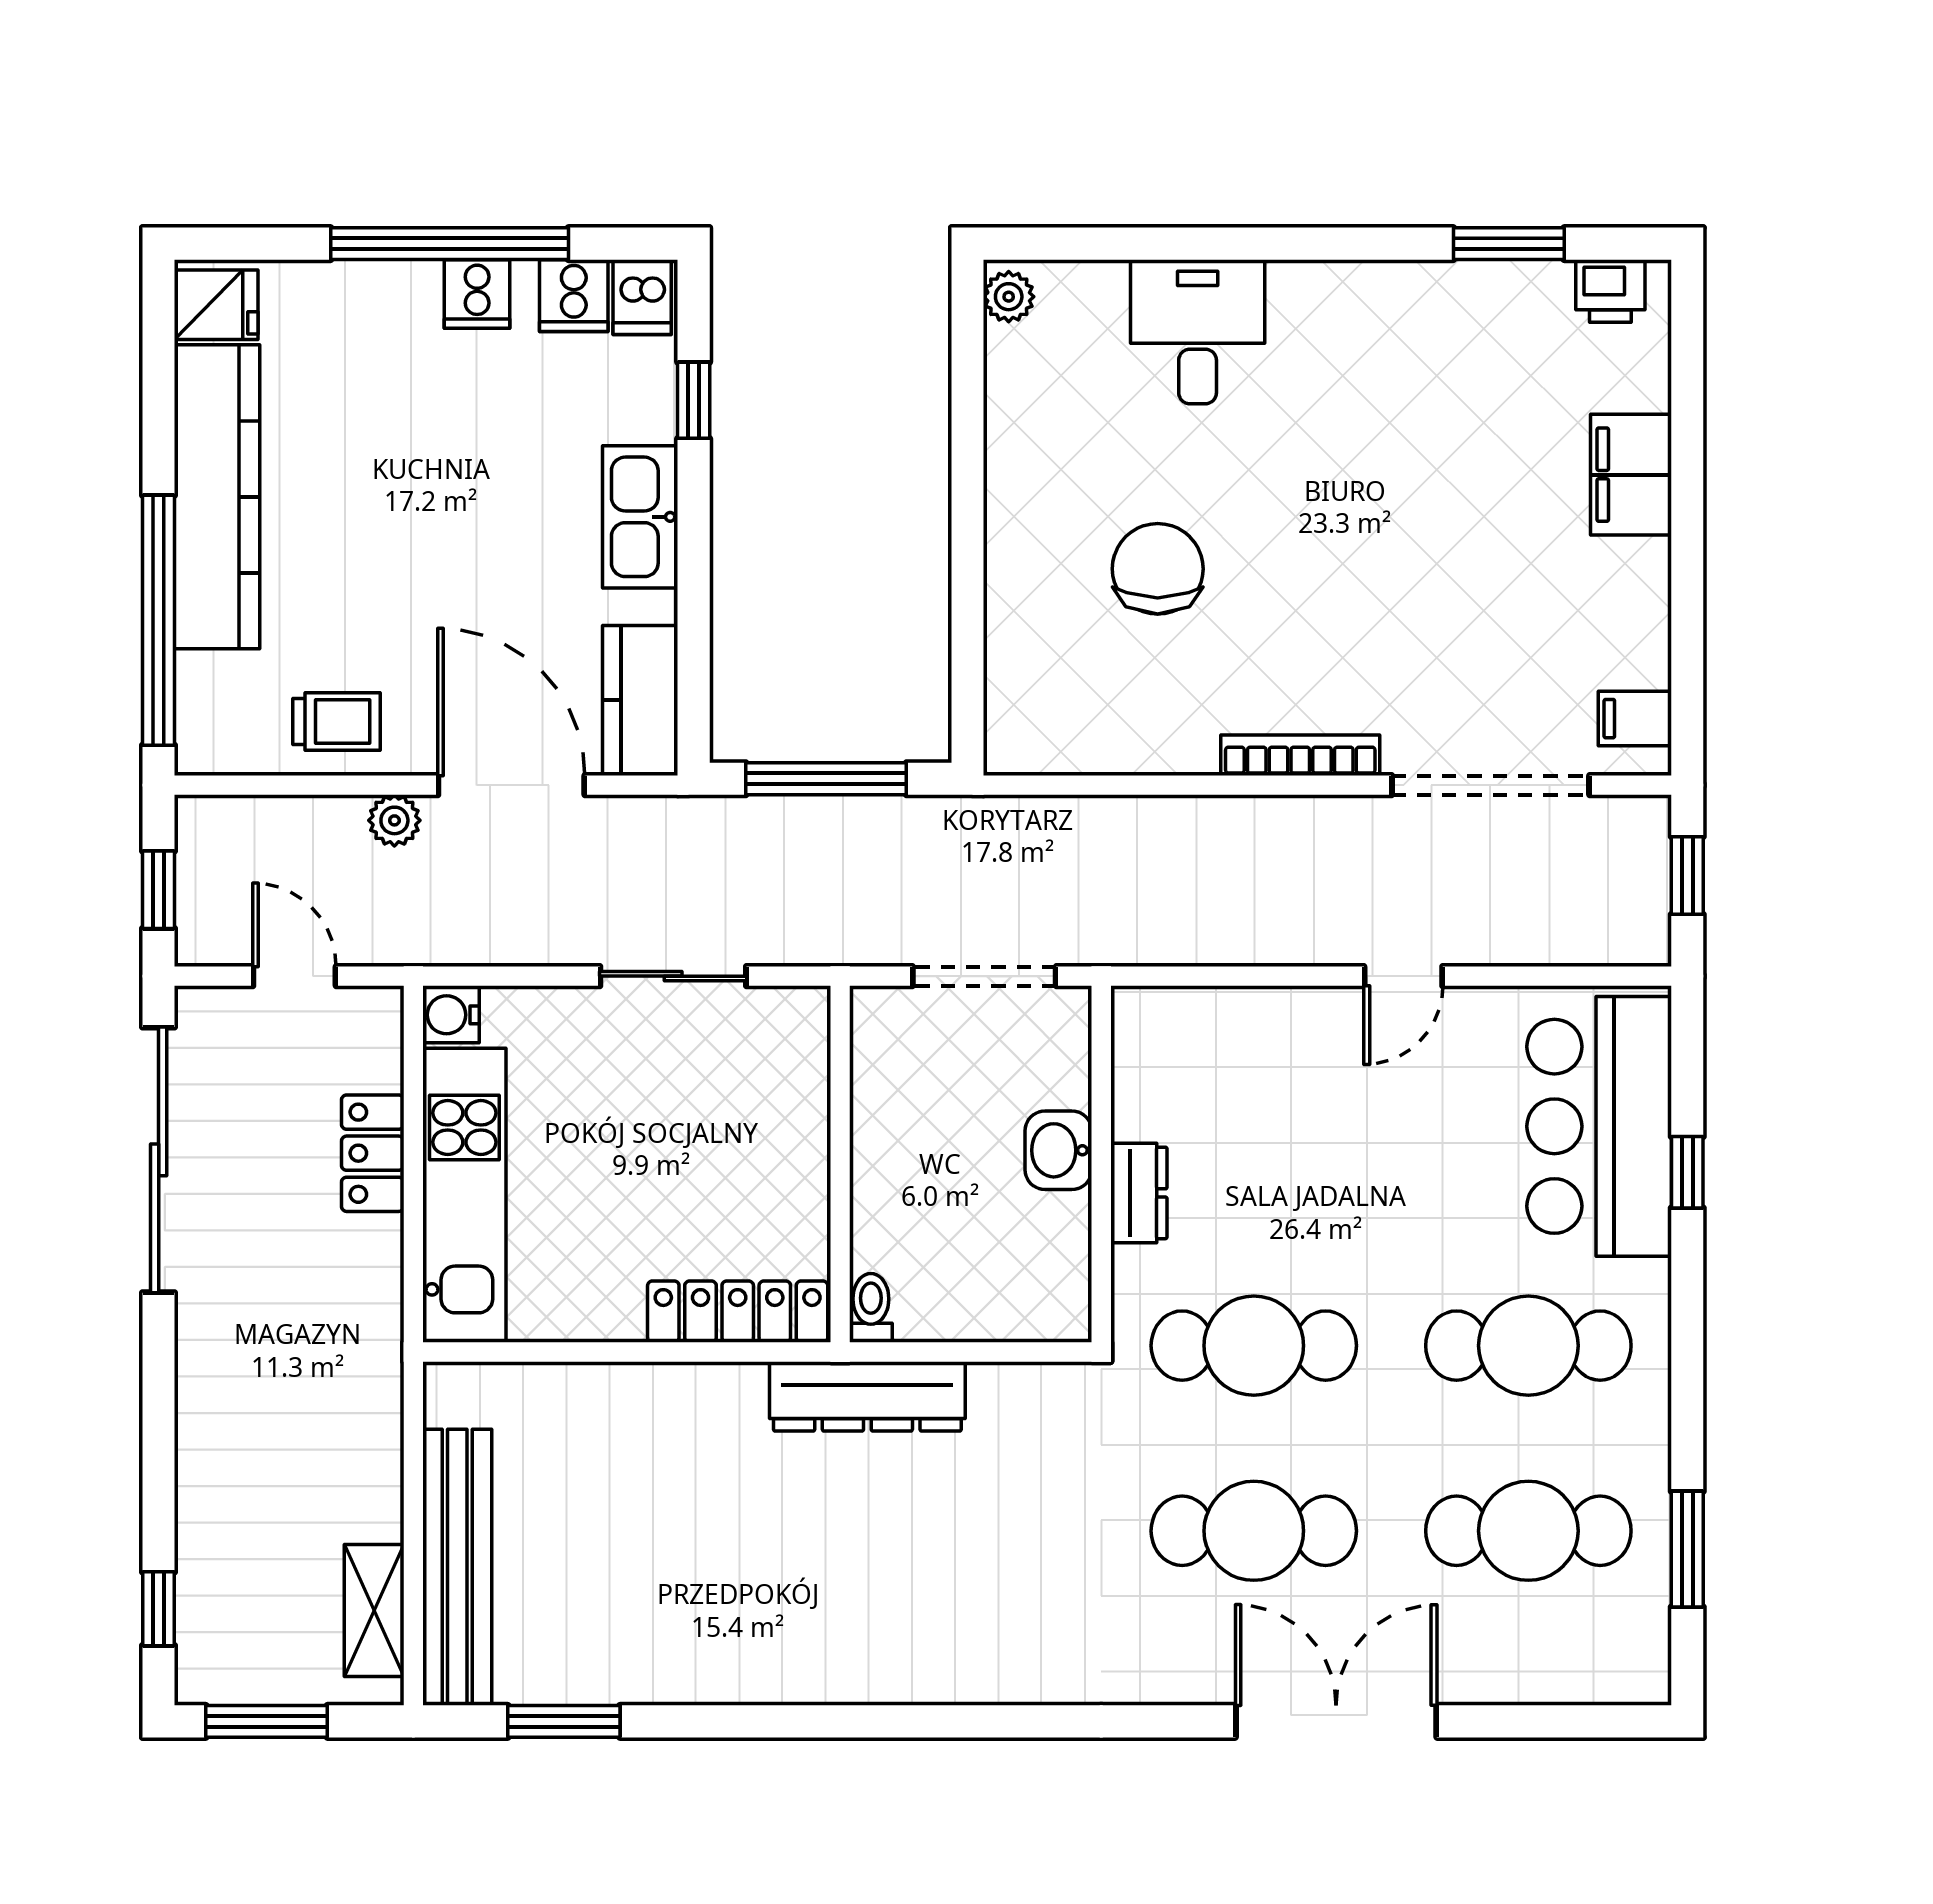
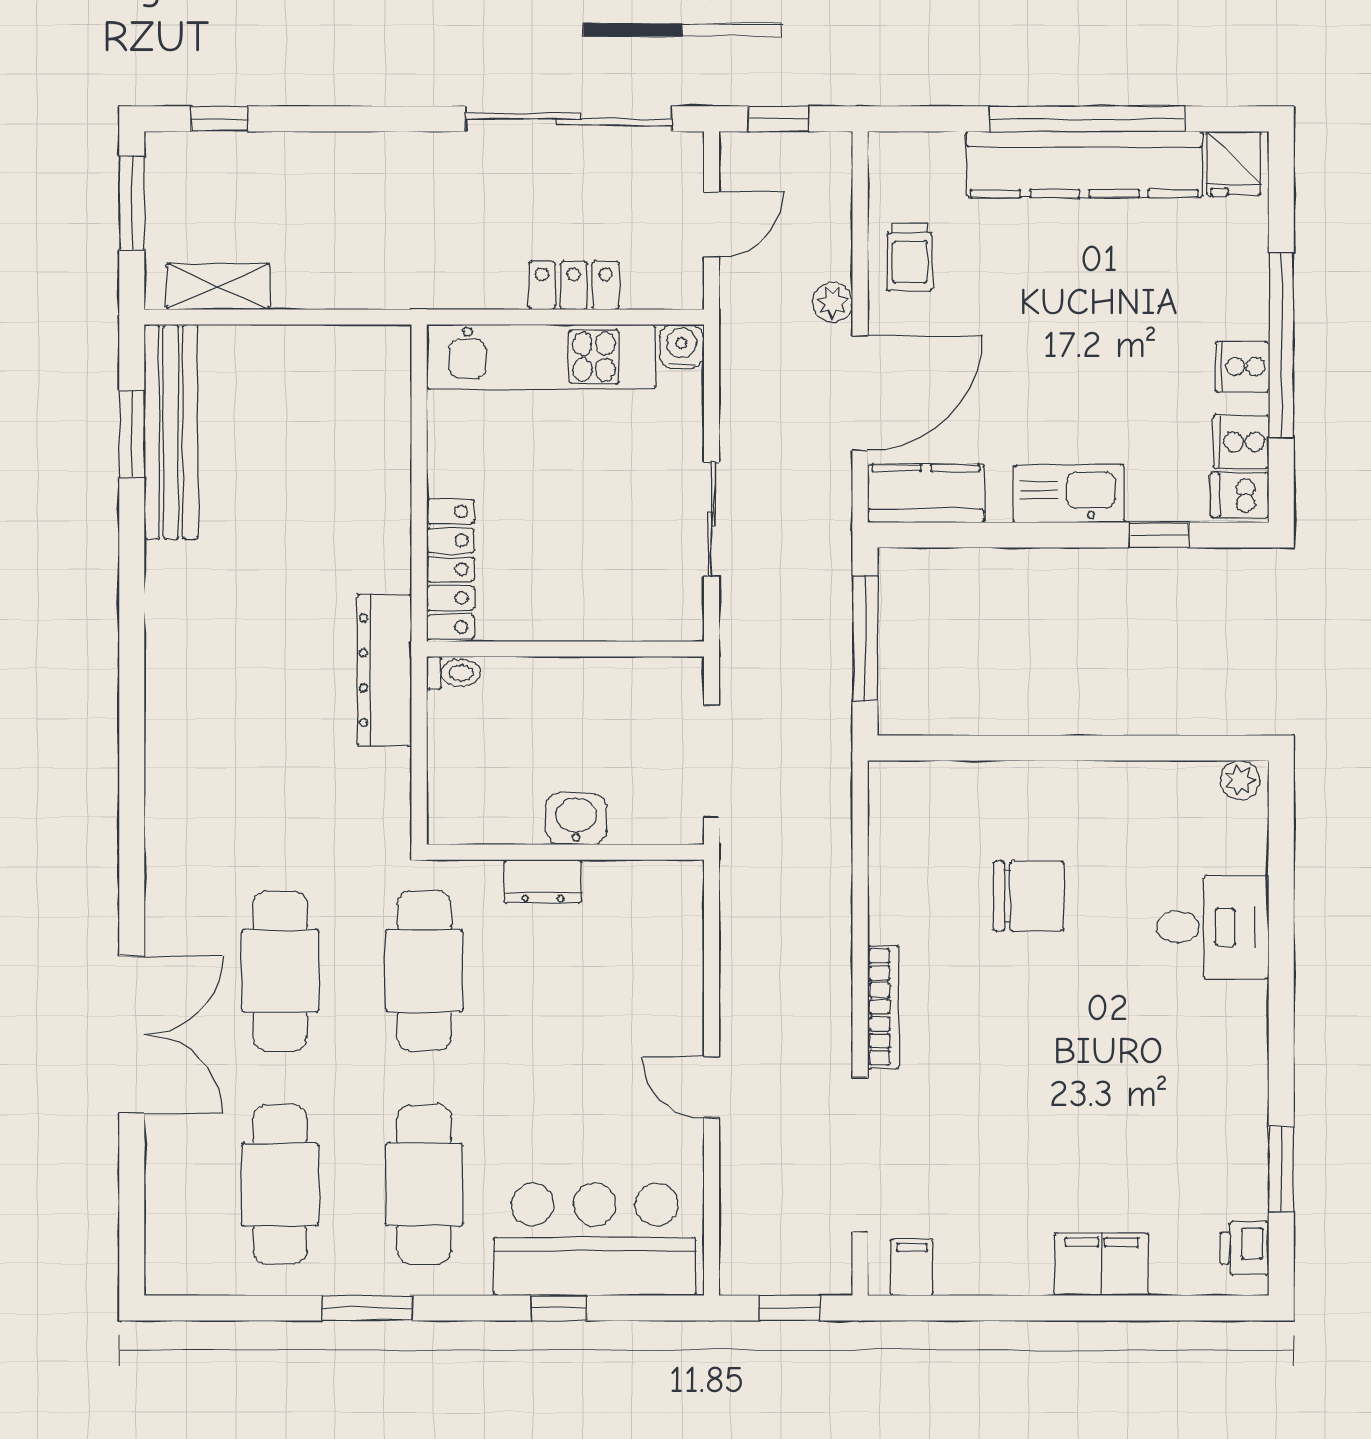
window: (159, 620) -> (1087, 119), moved
window: (1687, 1549) -> (367, 1308), moved
bench: (457, 1567) -> (171, 432), moved, turned 90

